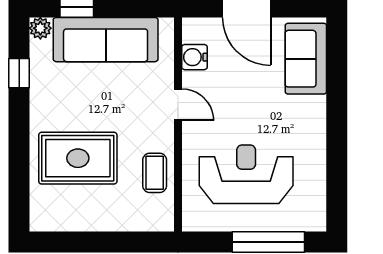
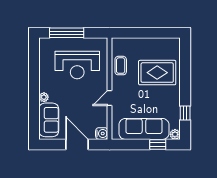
water cooler: (194, 57) -> (102, 134), moved
door: (178, 105) -> (110, 98), hinge flipped
plant: (316, 106) -> (44, 97), added

